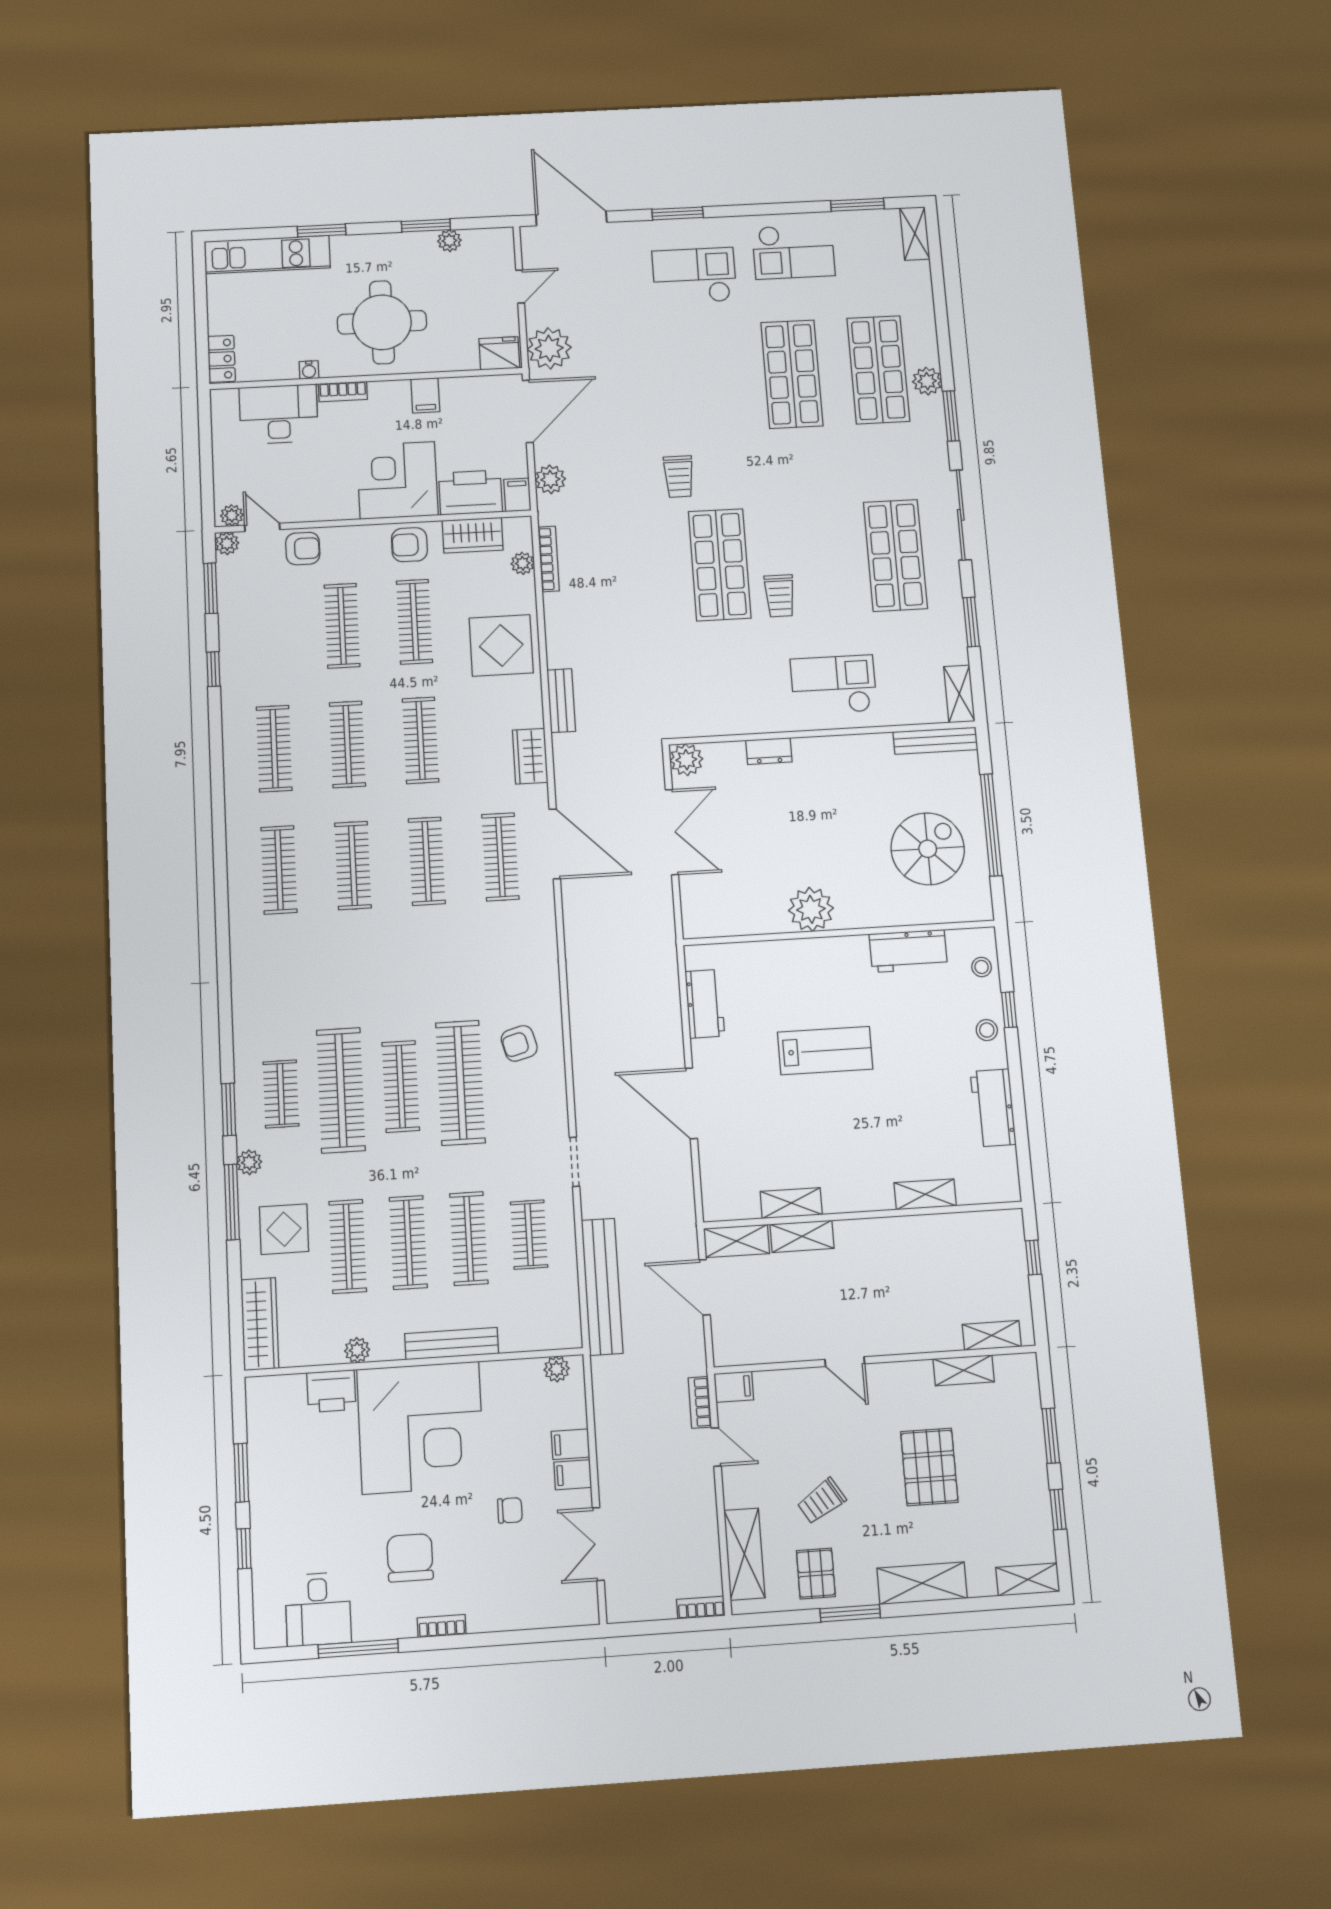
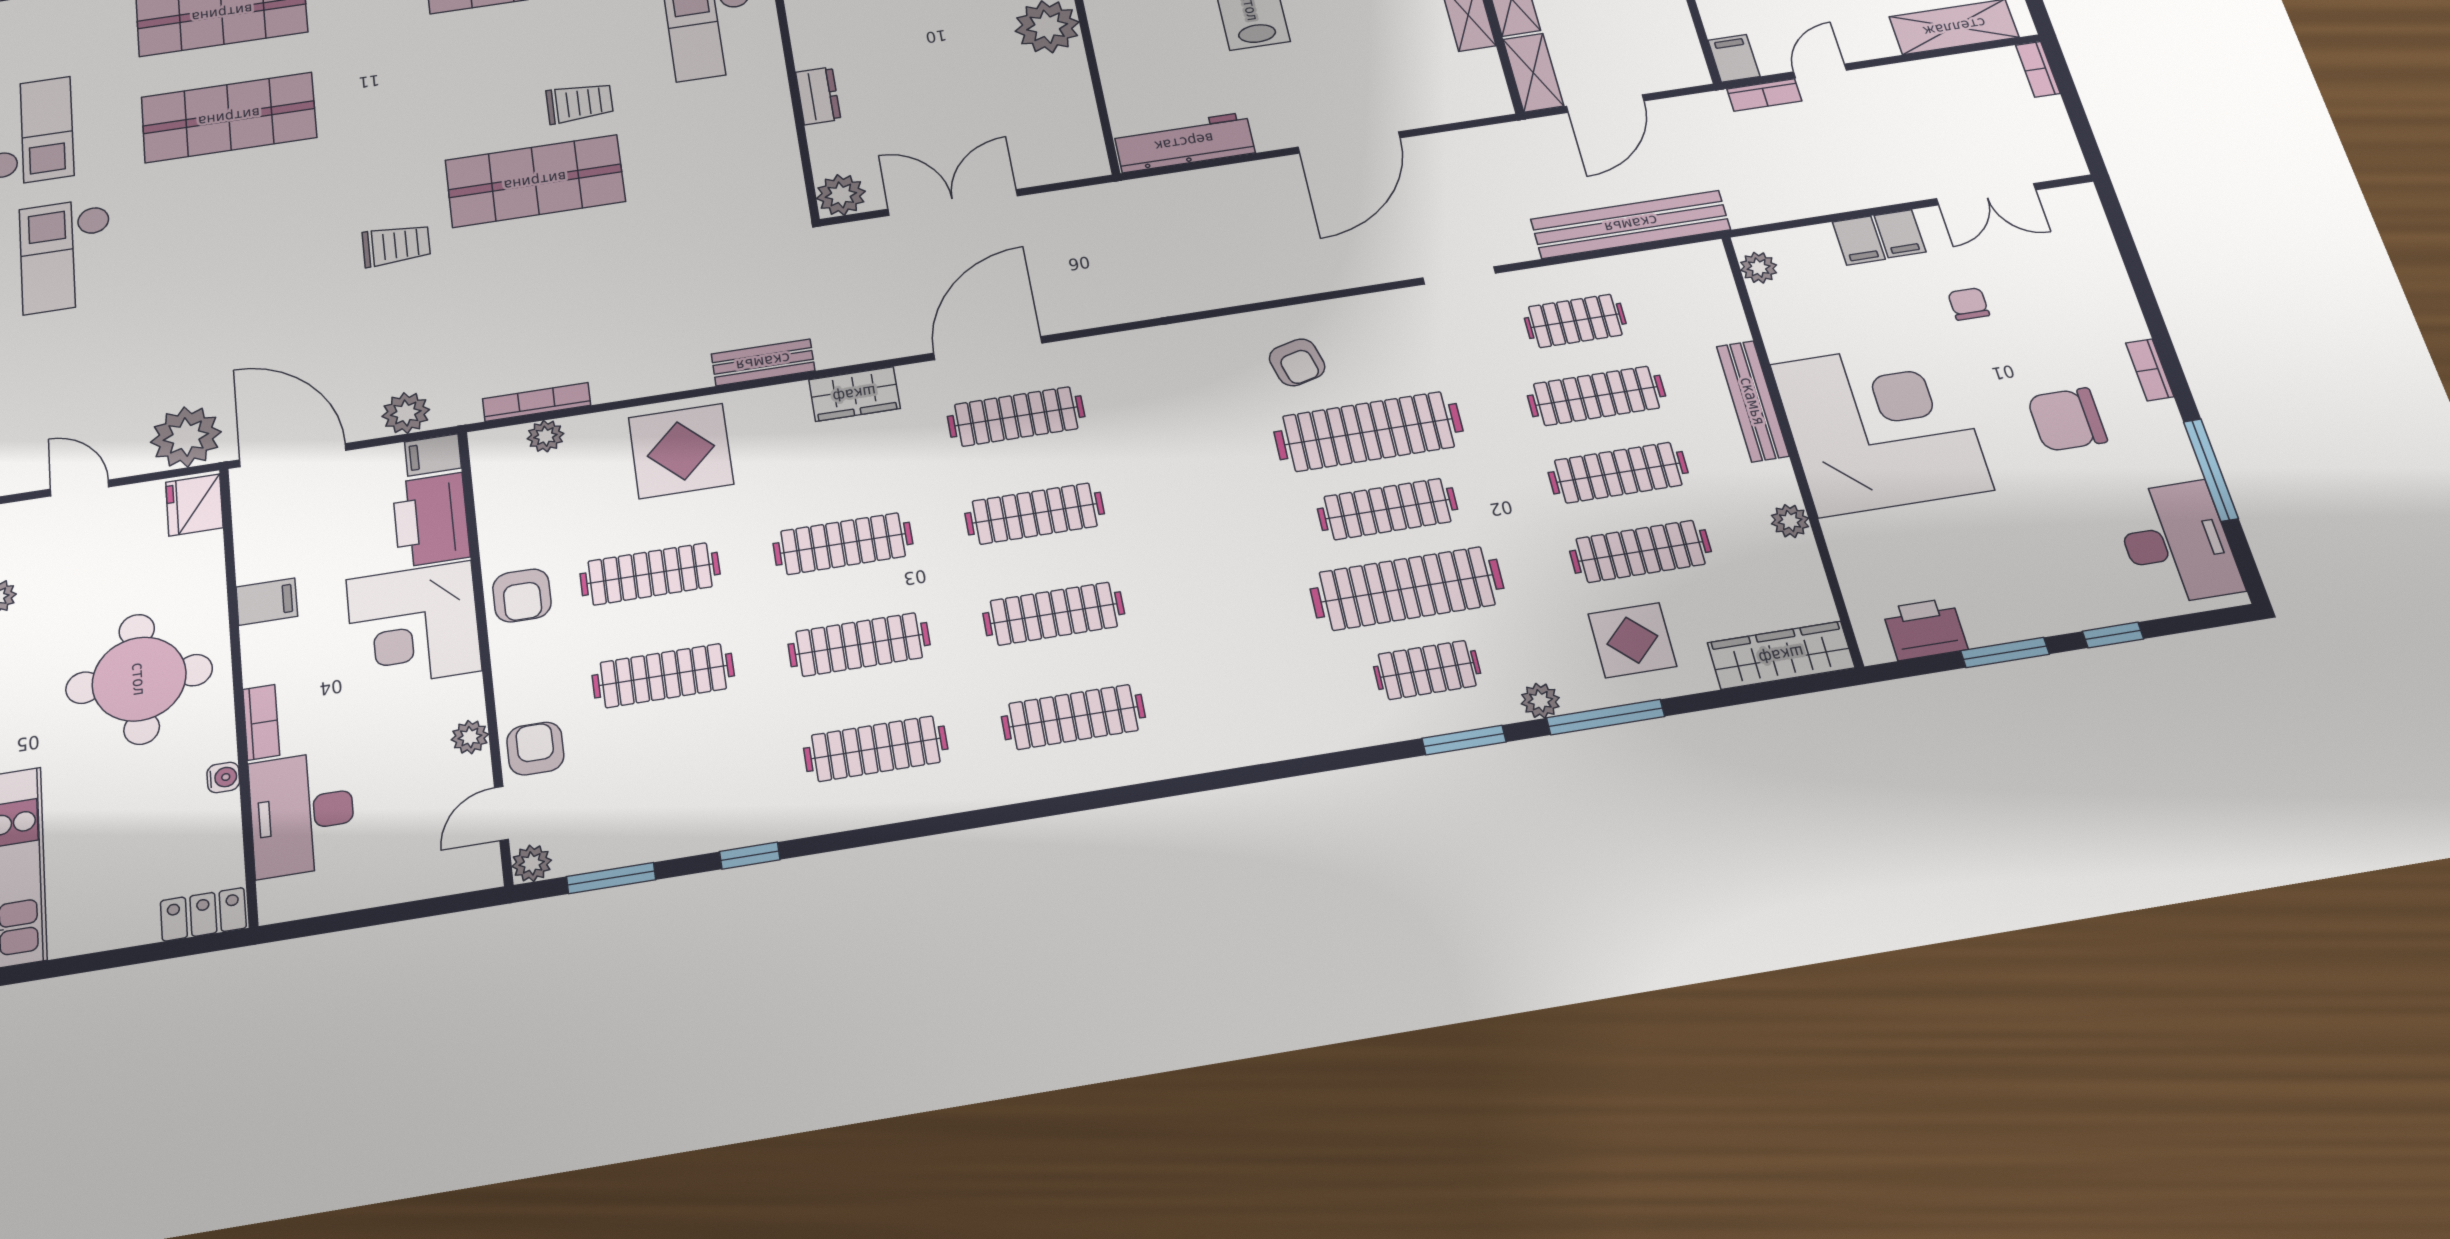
plant: (232, 515) -> (470, 737), moved
wardrobe: (473, 535) -> (502, 509), removed
workbench: (705, 1004) -> (1184, 142), width x1.38
printer: (331, 1391) -> (1925, 629), moved, turned -90
desk: (318, 1609) -> (2177, 543), width x1.37

